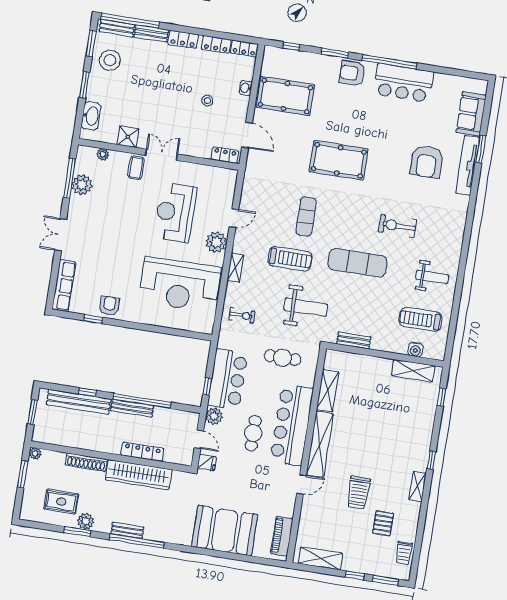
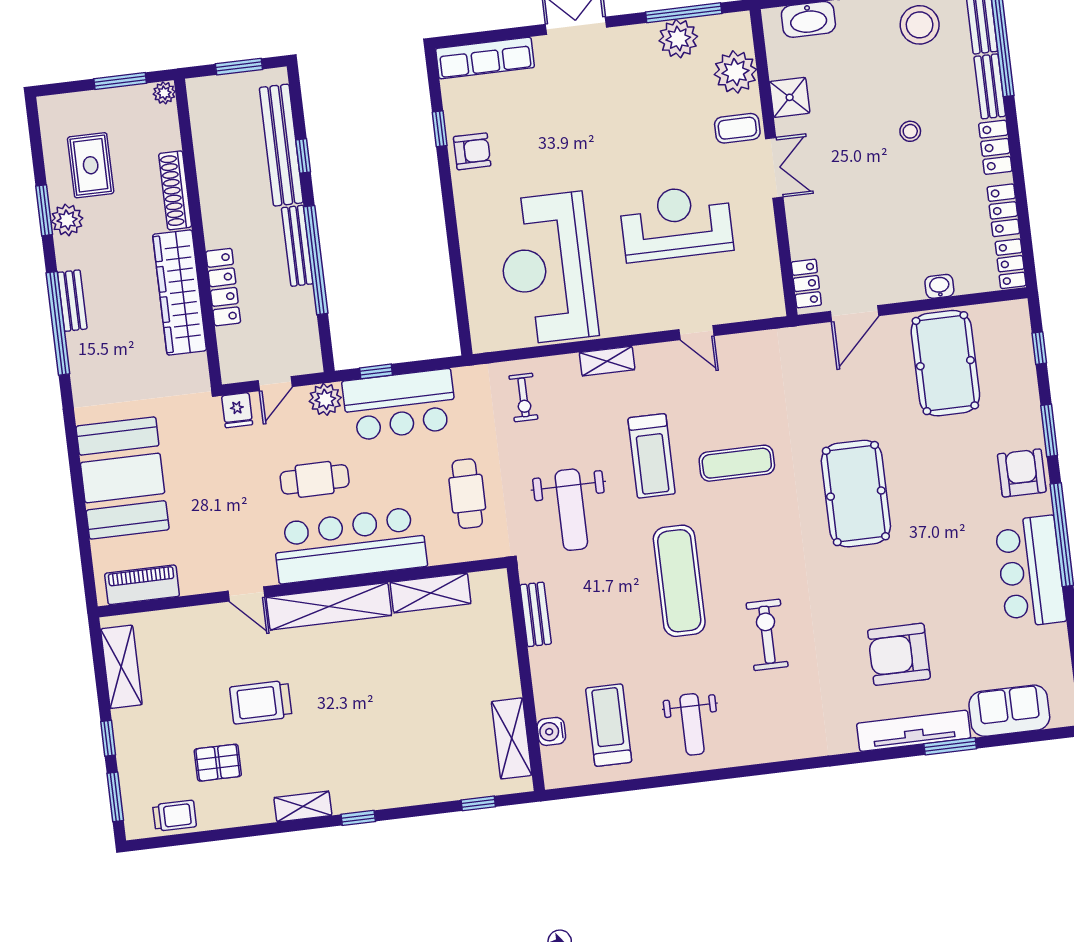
stool: (207, 101) -> (910, 131), moved
plant: (103, 155) -> (735, 72), width x1.87, depth x1.87
plant: (216, 242) -> (643, 313), removed
trolley: (404, 553) -> (175, 816), turned 180

